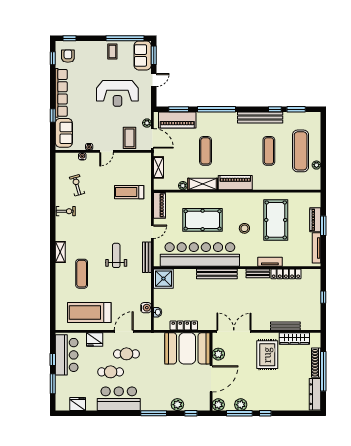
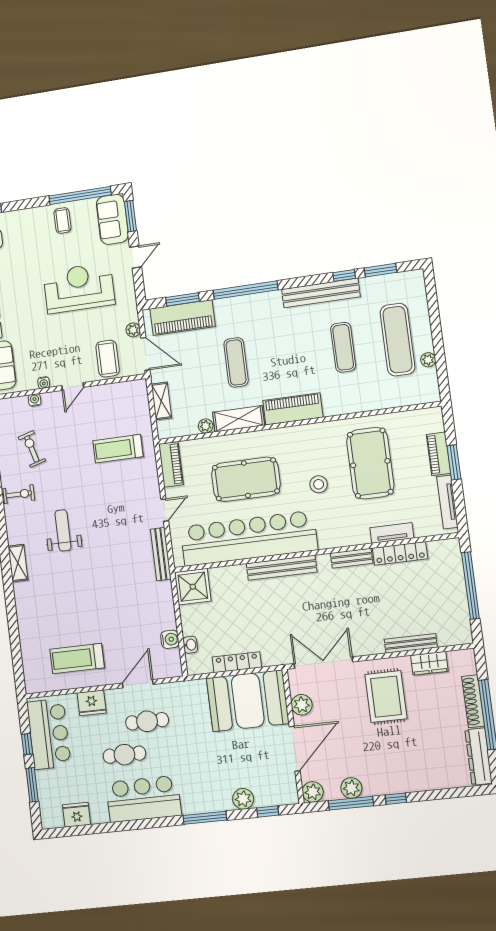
reception desk: (117, 93) -> (79, 288), turned 180
weight bench: (116, 255) -> (63, 530), moved
tv unit: (270, 262) -> (392, 533), moved
exercise mat: (82, 274) -> (57, 595), removed
window: (323, 297) -> (470, 585), width x3.17
treadmill: (89, 313) -> (77, 659), width x0.73, depth x0.73
wardrobe: (294, 338) -> (429, 663), width x0.67

